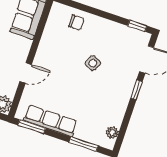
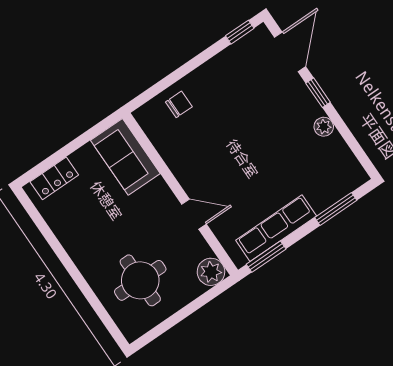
side table: (93, 63) -> (244, 122), removed
door: (26, 73) -> (194, 214), hinge flipped
plant: (112, 133) -> (324, 127), moved

